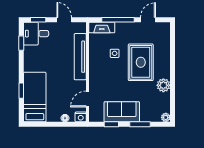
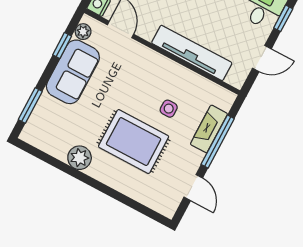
fireplace: (102, 28) -> (209, 129), moved
plant: (166, 117) -> (83, 32), moved
window: (140, 124) -> (30, 105), moved

